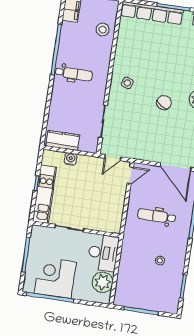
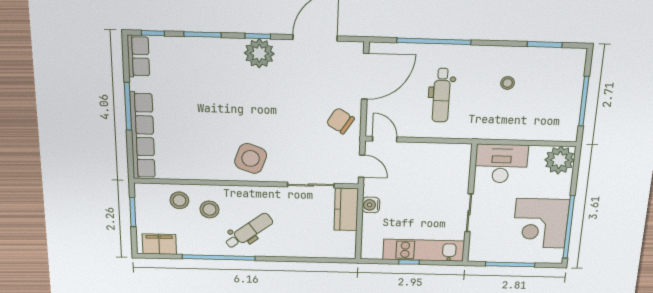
stool: (93, 49) -> (209, 209), added
dental chair: (74, 74) -> (249, 231), turned 53
side table: (127, 83) -> (251, 158), width x1.87, depth x1.87
chair: (164, 103) -> (340, 121), moved
kitchen counter: (63, 141) -> (346, 209), moved
water cooler: (71, 159) -> (371, 205), moved
plant: (103, 282) -> (560, 160), moved

